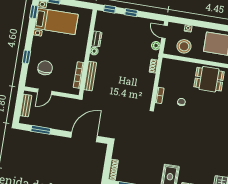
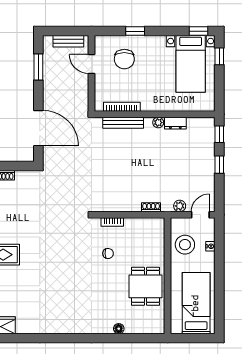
chair: (45, 68) -> (124, 59), turned 90

